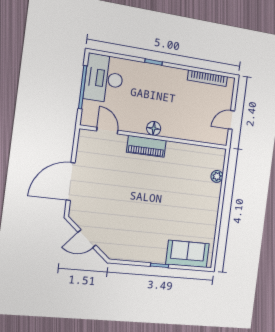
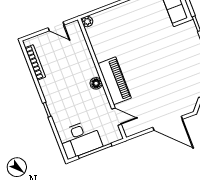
door: (107, 131) -> (117, 117), swing flipped
piano: (146, 146) -> (115, 81), width x1.37, depth x1.33
plant: (217, 176) -> (87, 21), moved

